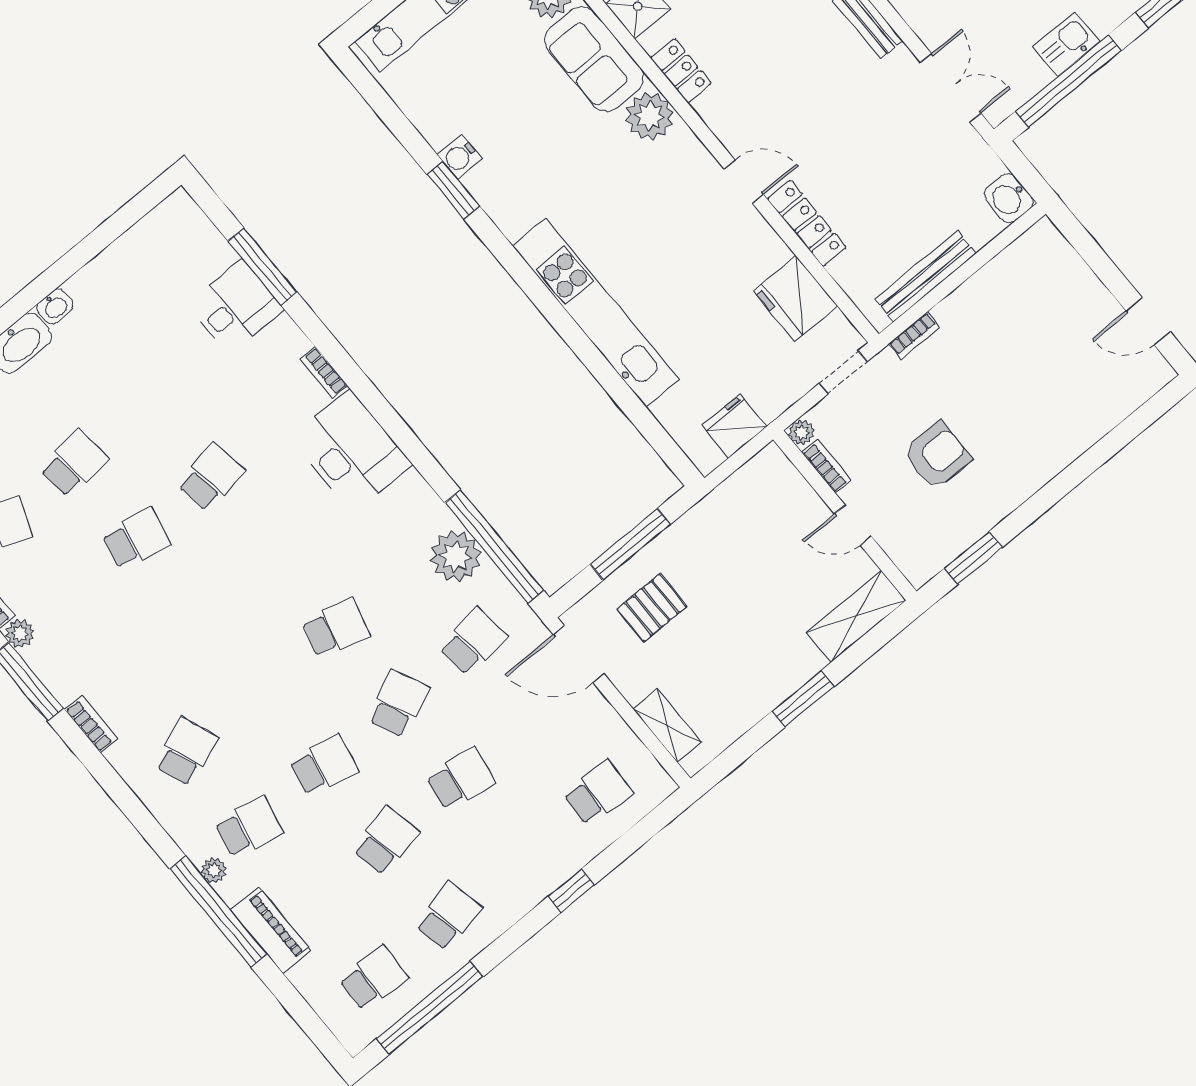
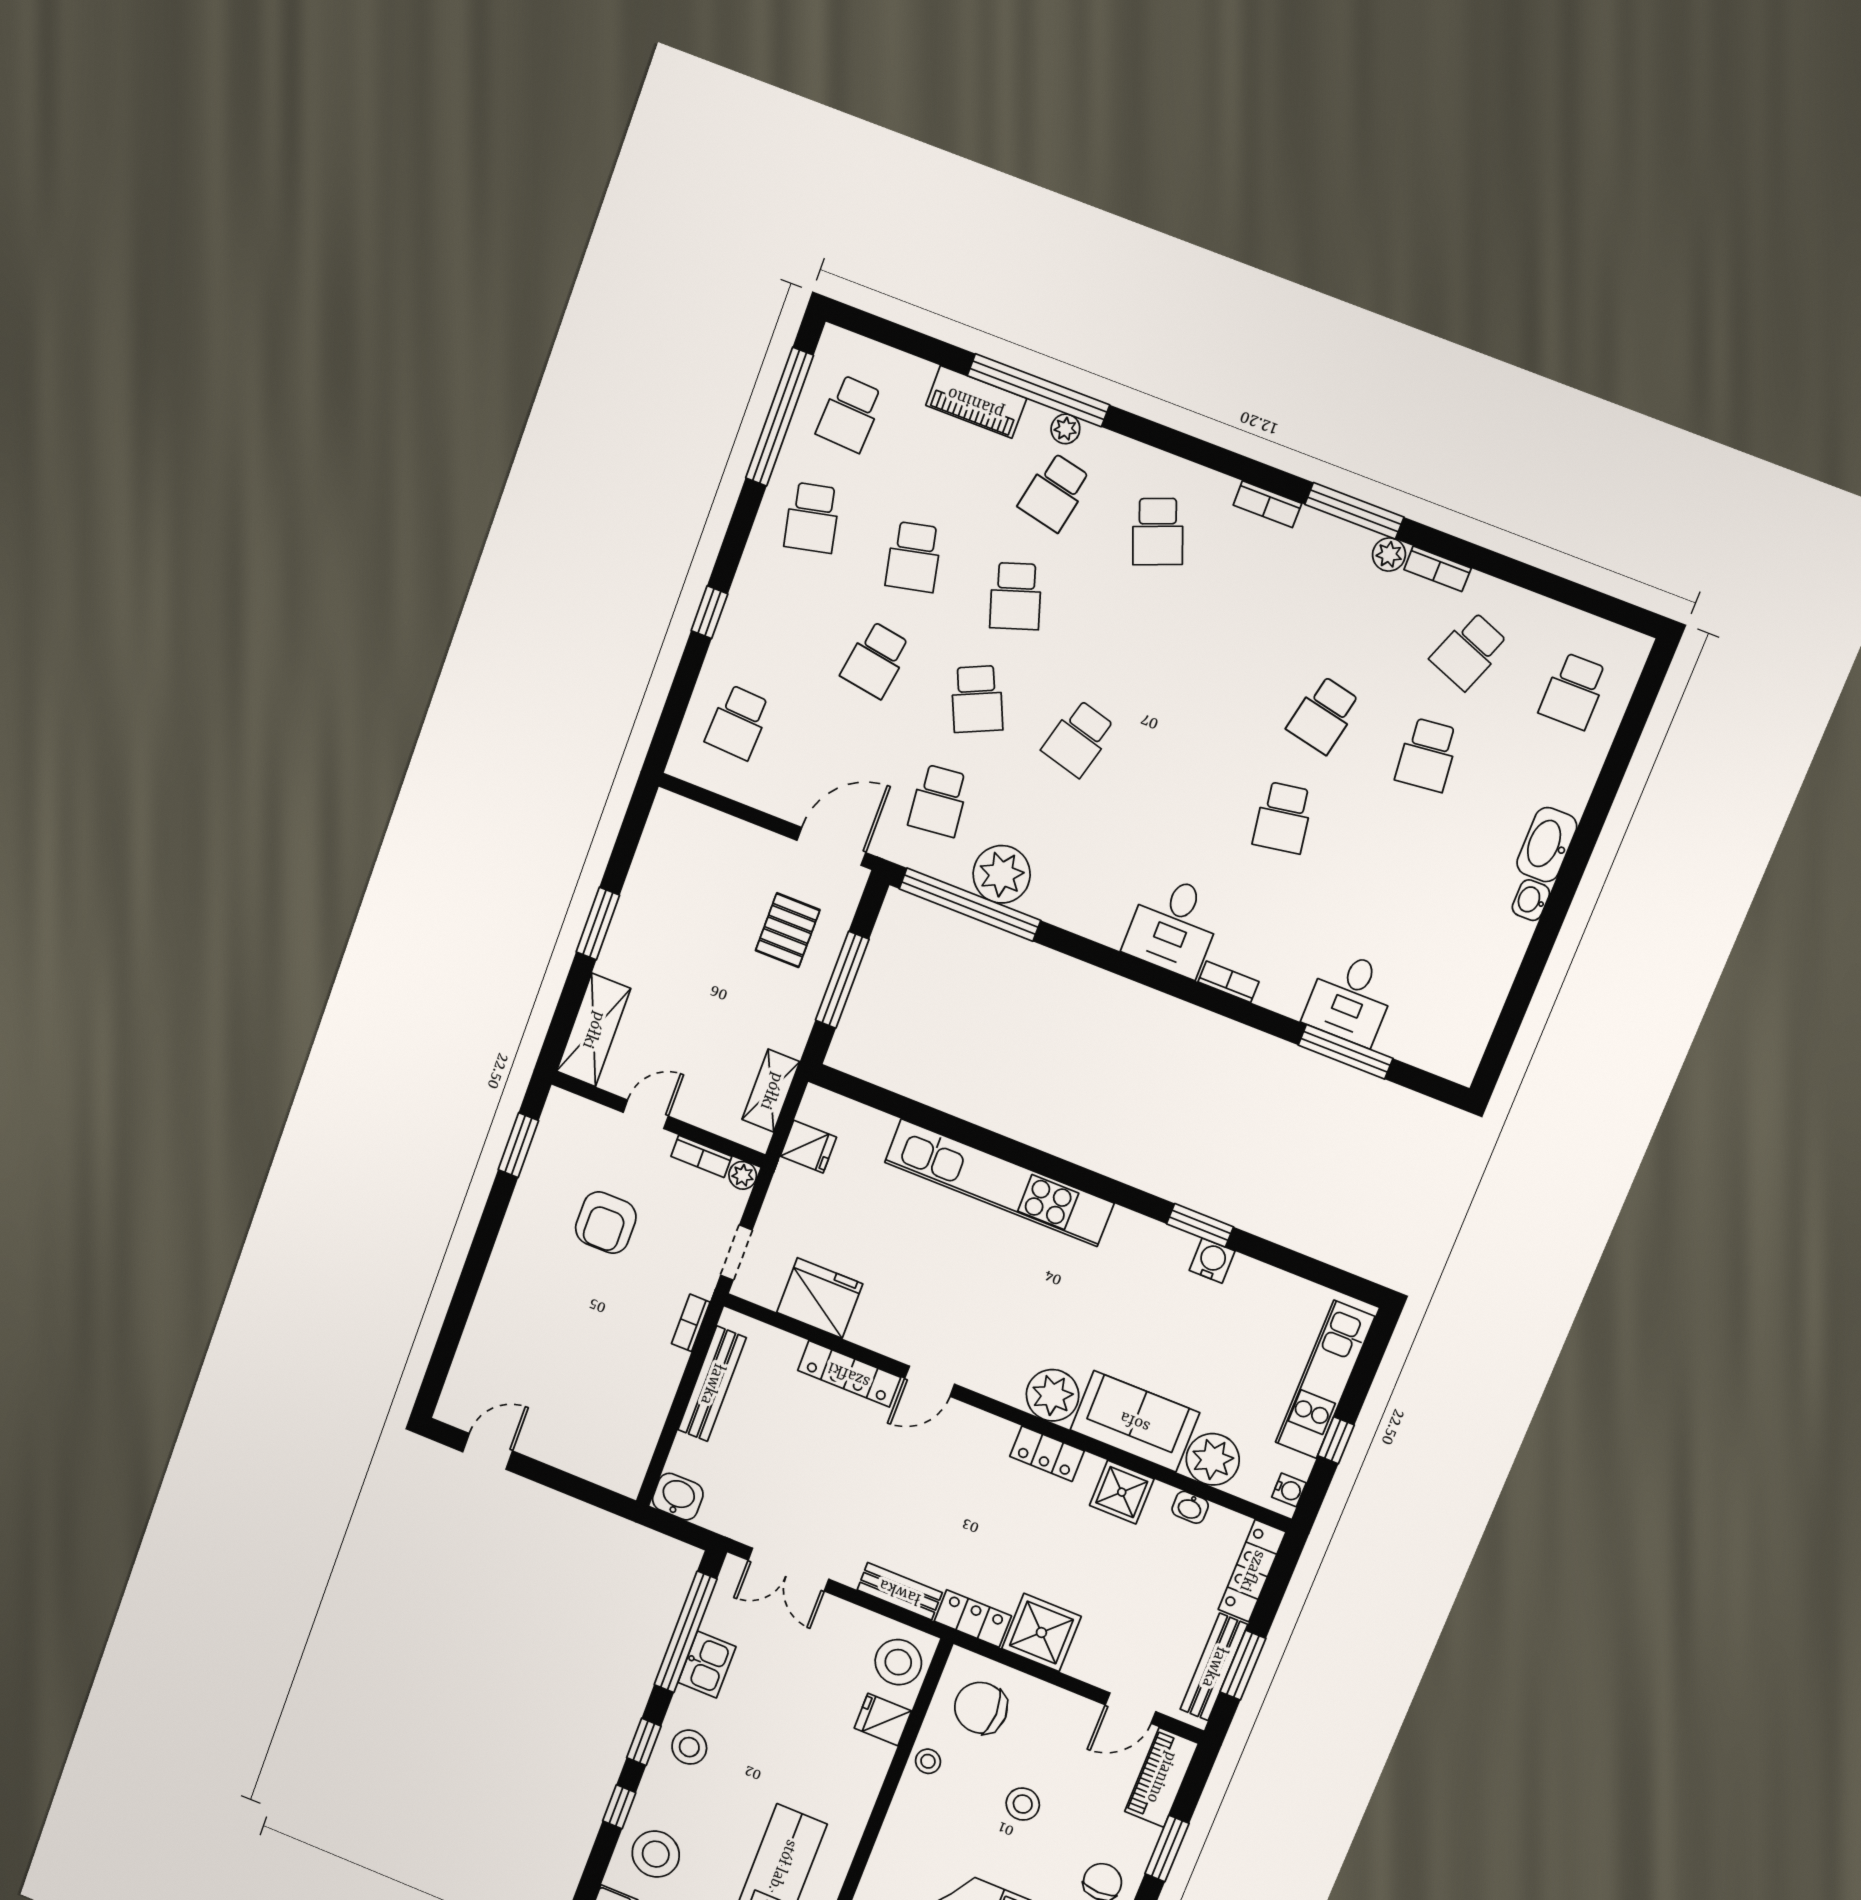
fridge: (734, 426) -> (808, 1147), width x0.72
desk: (351, 451) -> (1174, 926), width x0.73
shelving: (667, 726) -> (771, 1091), moved, turned 90
school desk: (323, 765) -> (1016, 596), turned -30

